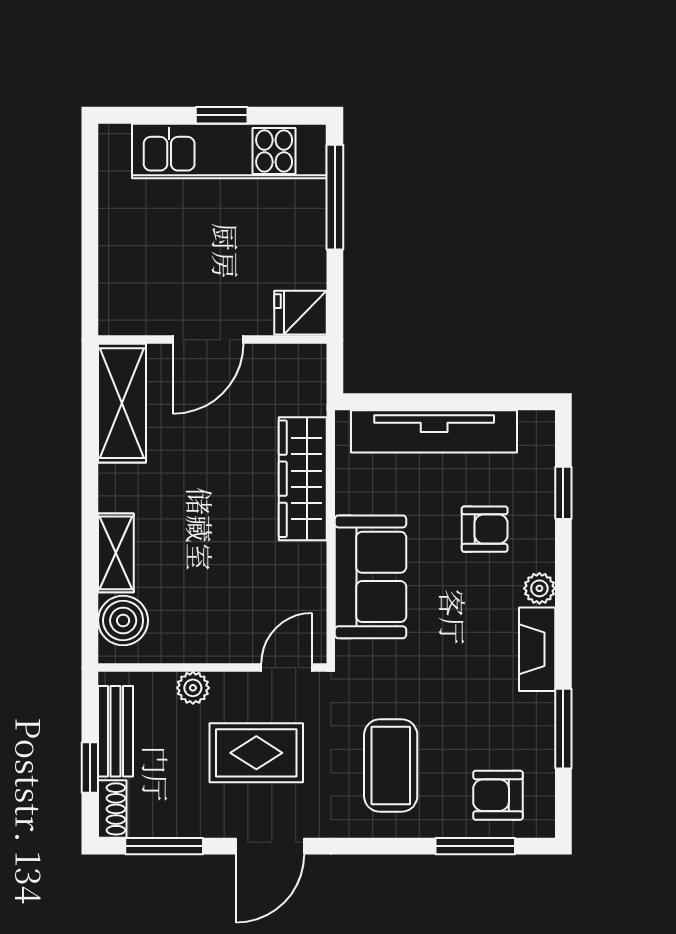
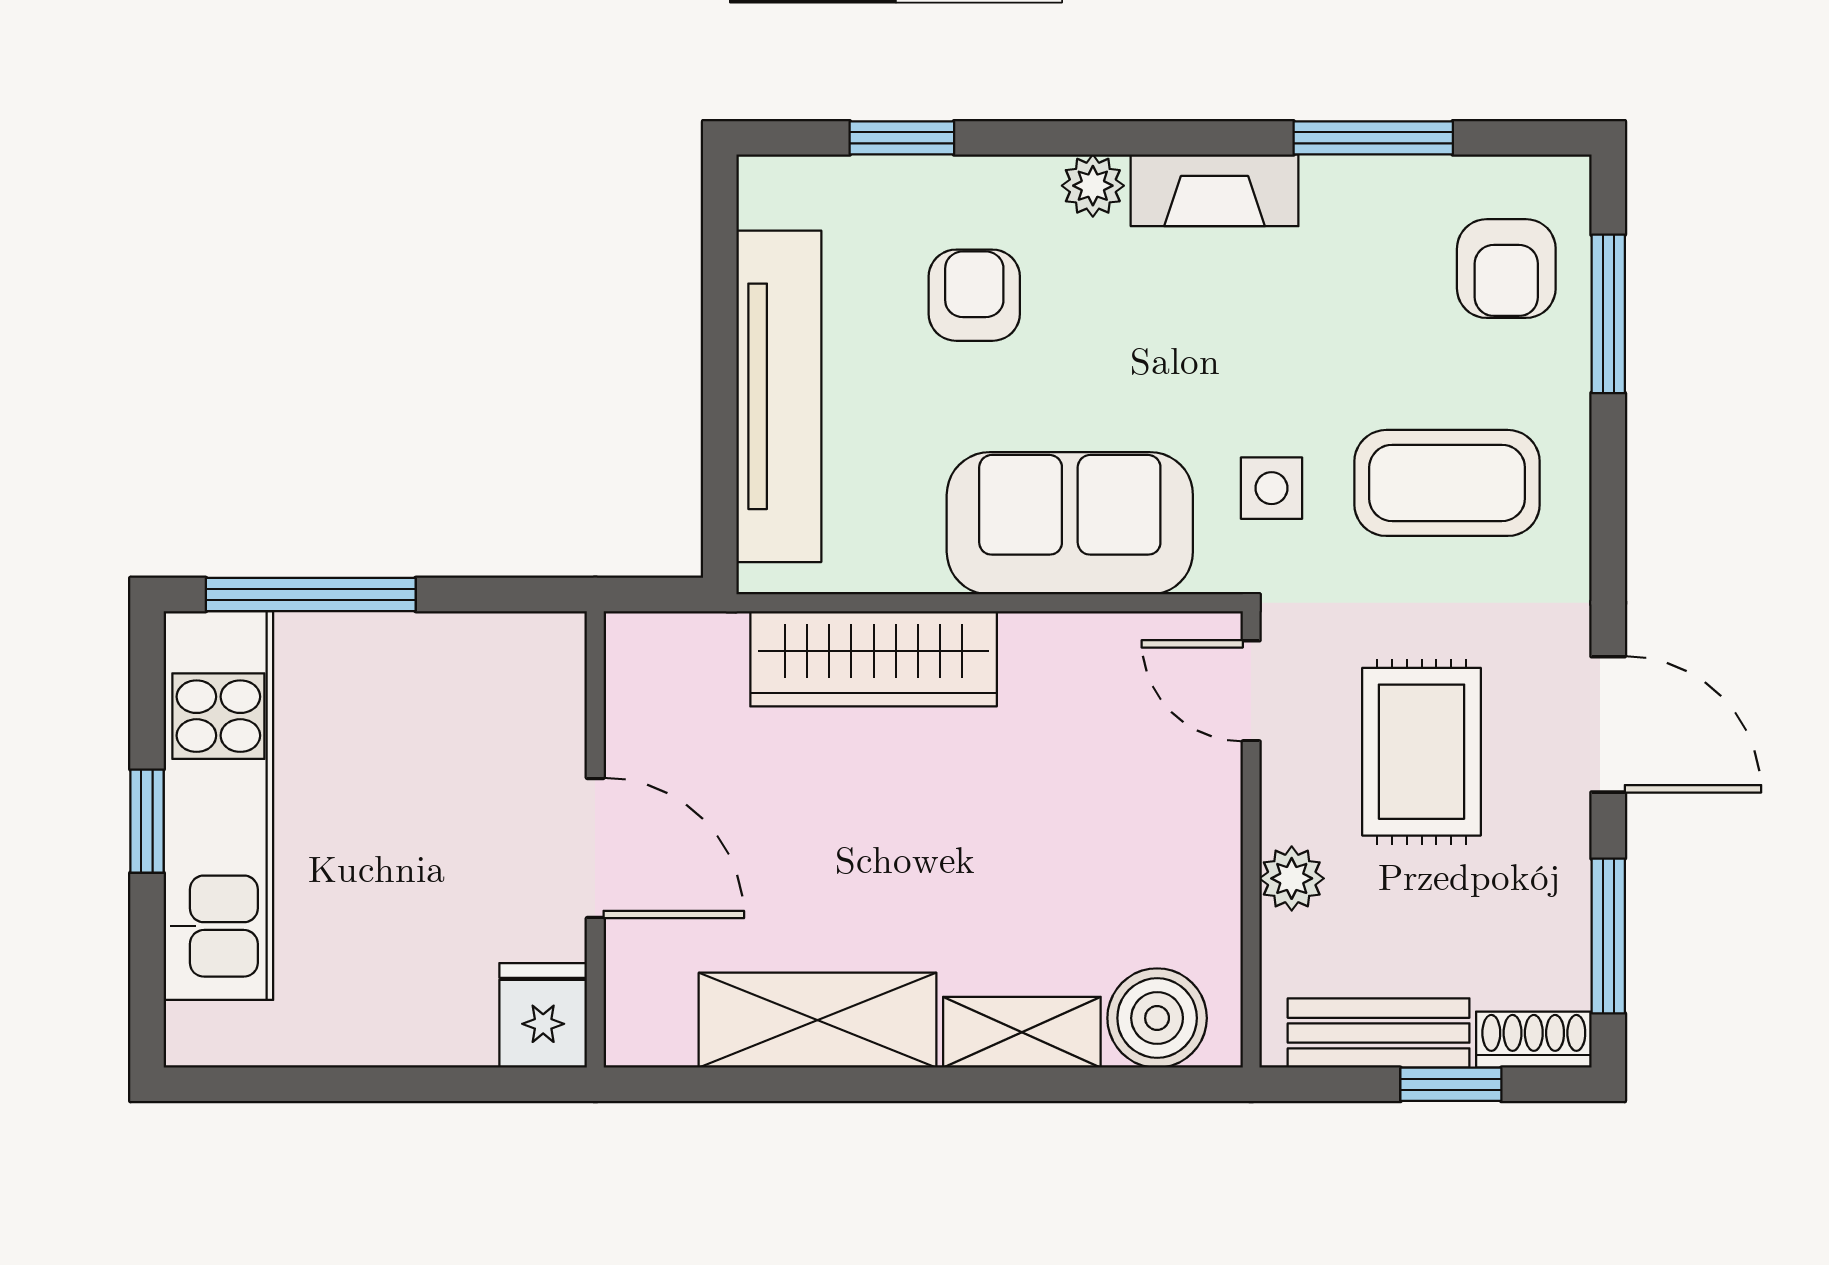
fridge: (300, 313) -> (543, 1015), moved, turned 180
shelving: (122, 403) -> (818, 1020), moved
side table: (388, 678) -> (1272, 488), added

